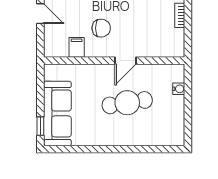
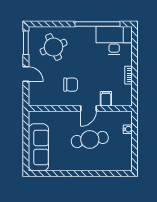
filing cabinet: (77, 47) -> (106, 99), moved
window: (40, 126) -> (26, 157), removed

